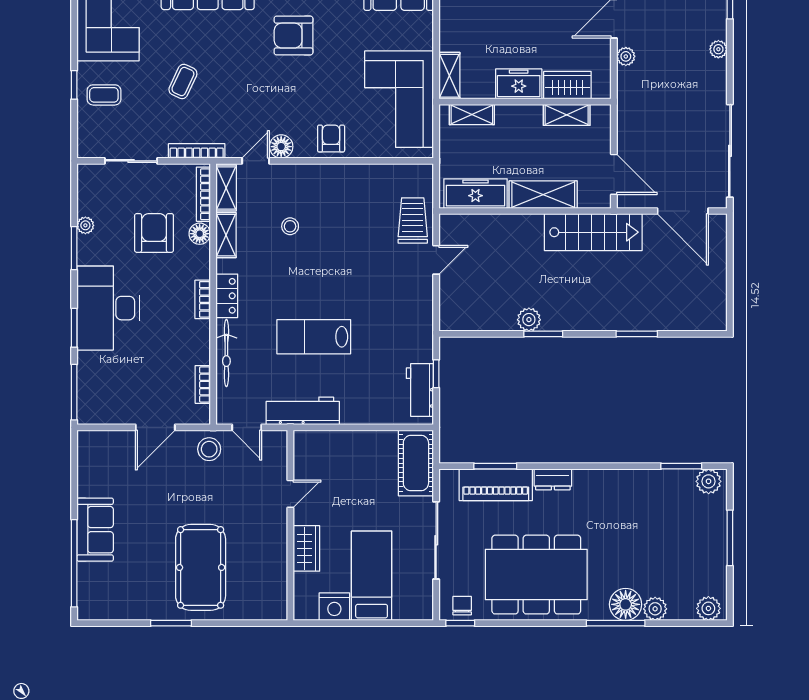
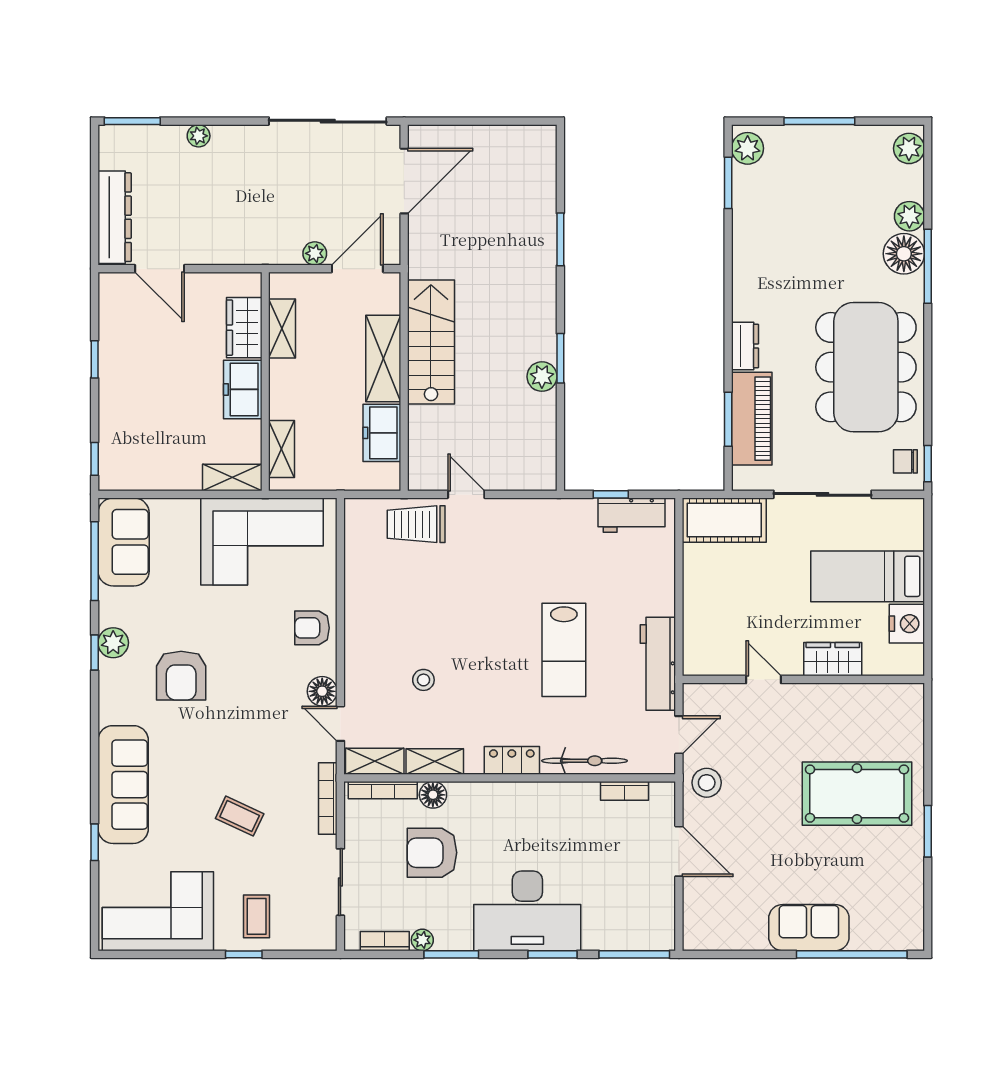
plant: (626, 56) -> (315, 253), moved
freezer: (475, 194) -> (382, 433), width x0.71
stairs: (593, 232) -> (431, 342), moved
bookcase: (203, 299) -> (385, 941), moved, turned 180

